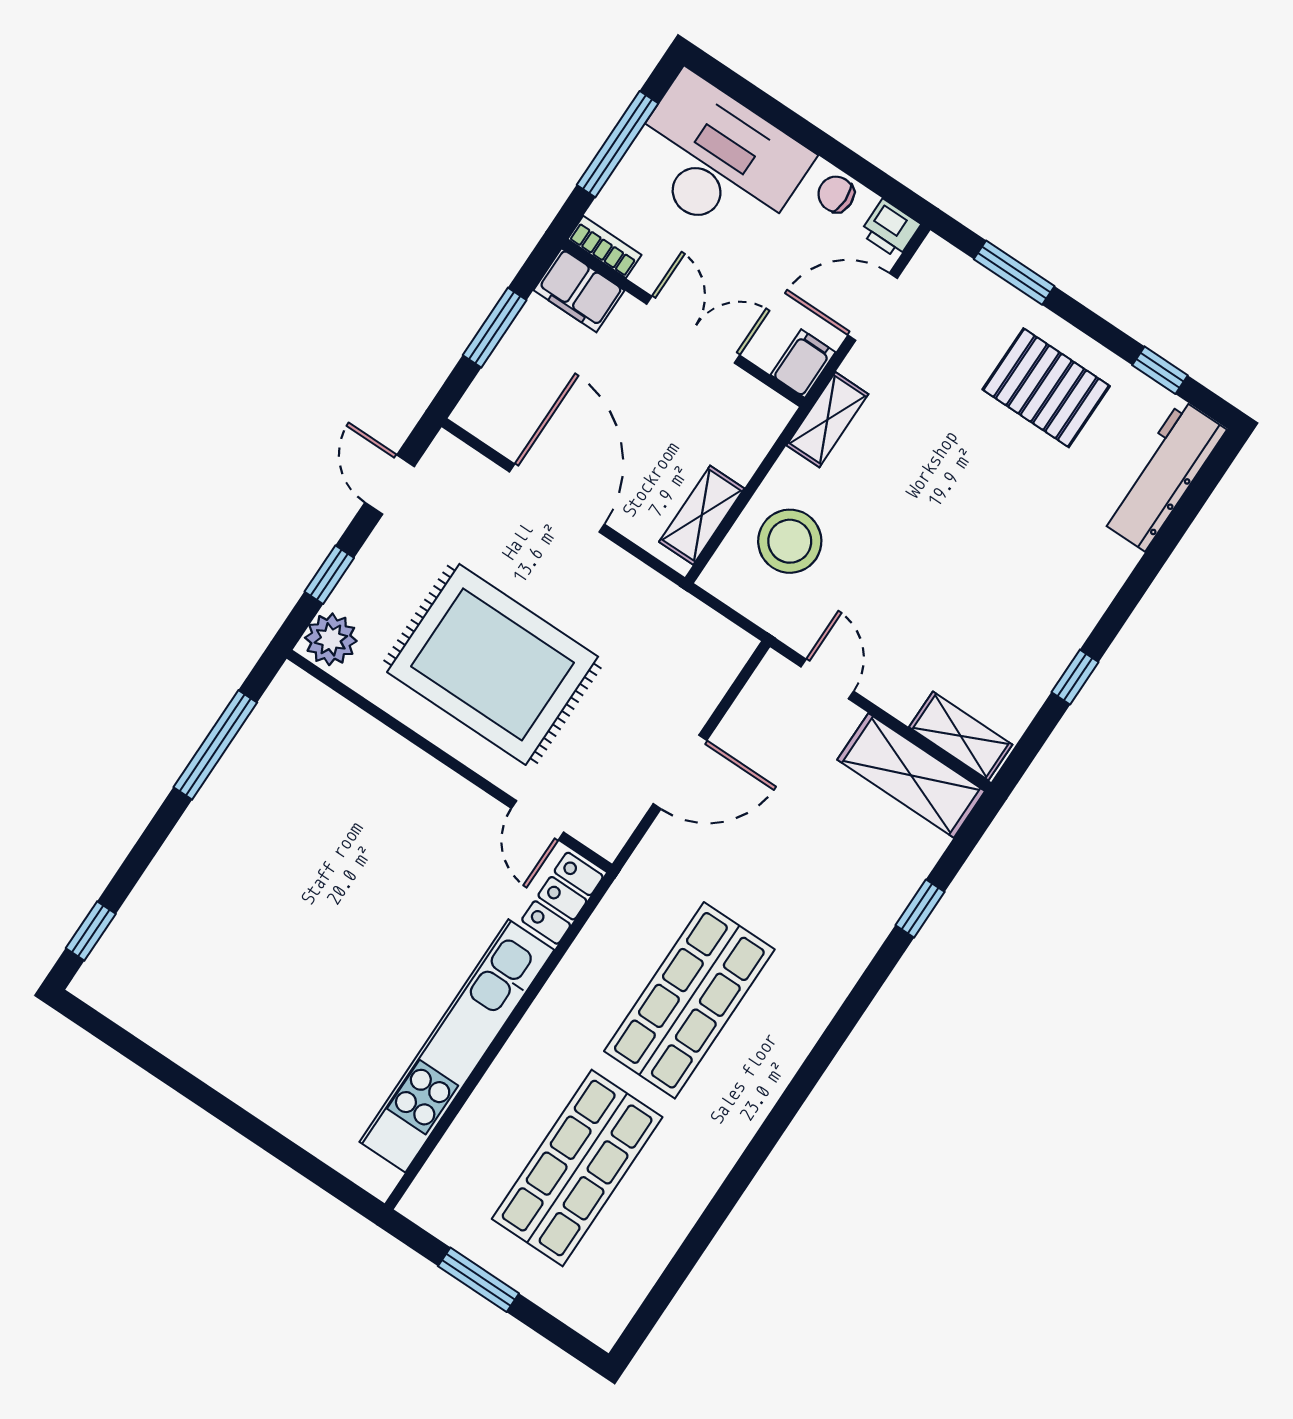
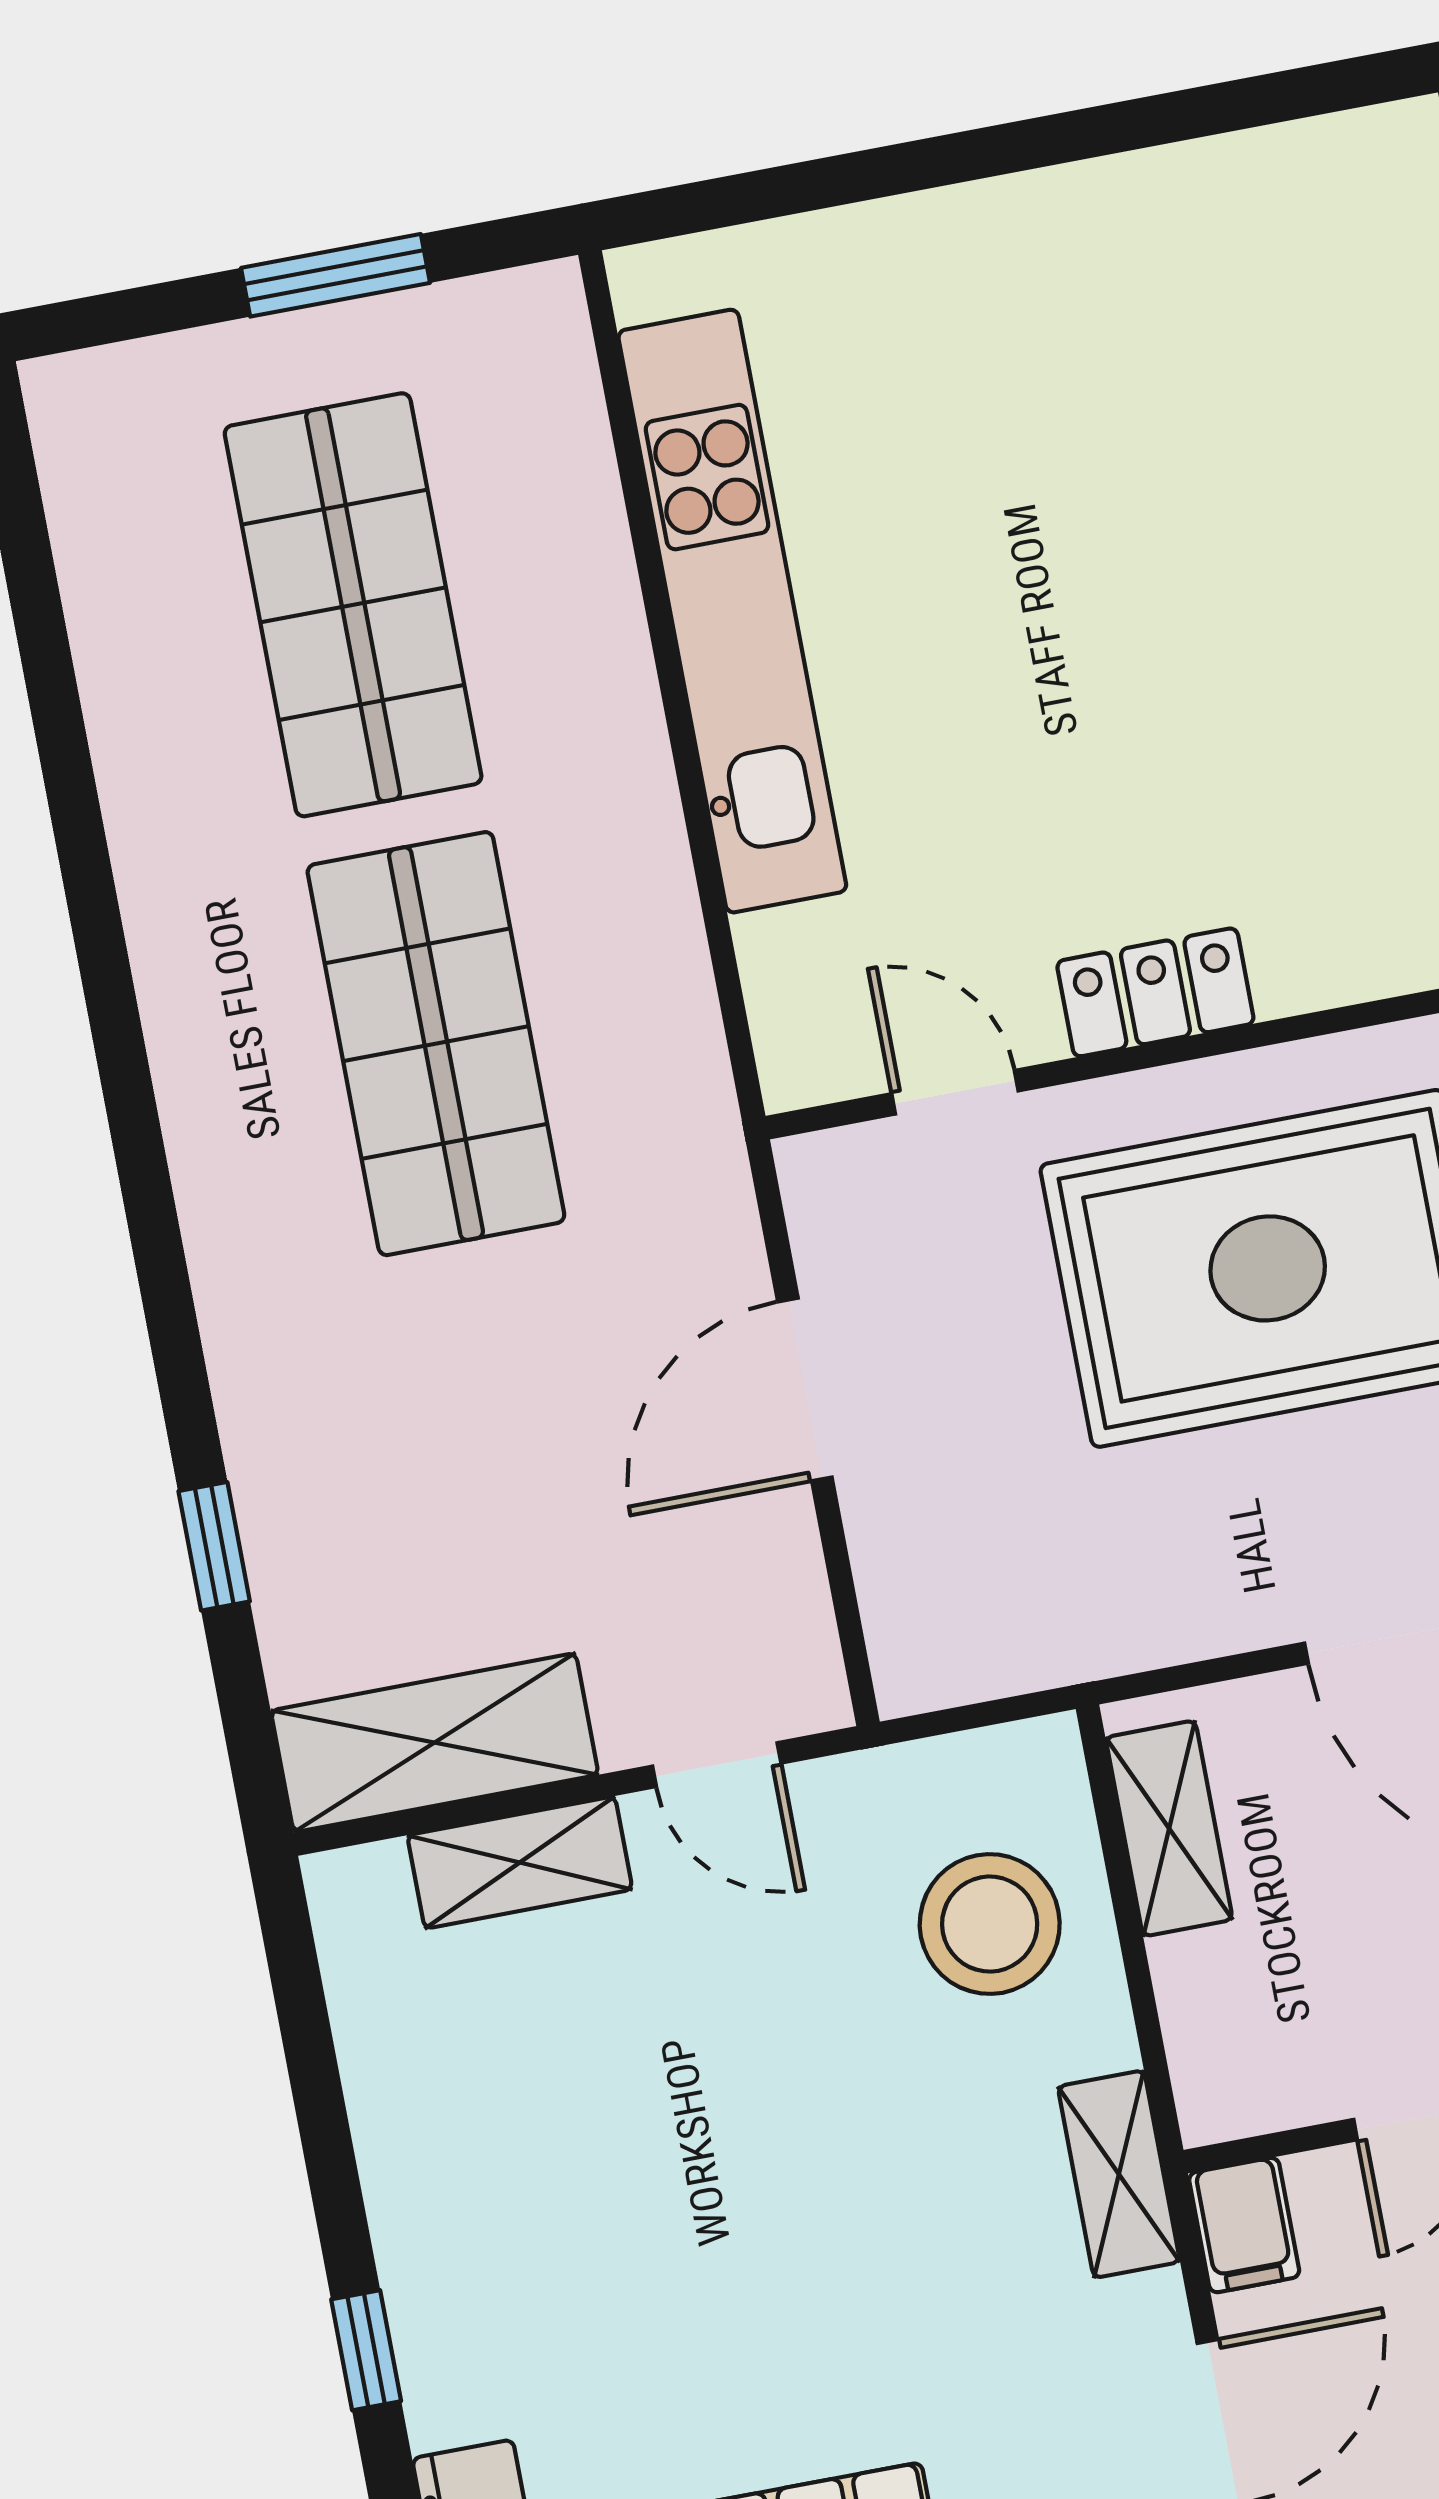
window: (1075, 677) -> (366, 2350), moved
shelving: (961, 736) -> (520, 1862), moved
locker: (562, 898) -> (1155, 992), moved, turned -90

